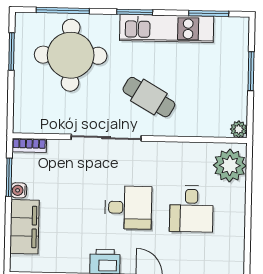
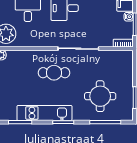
round table: (71, 55) -> (100, 96), width x0.73, depth x0.73
cafe table: (149, 97) -> (54, 73), turned -30

